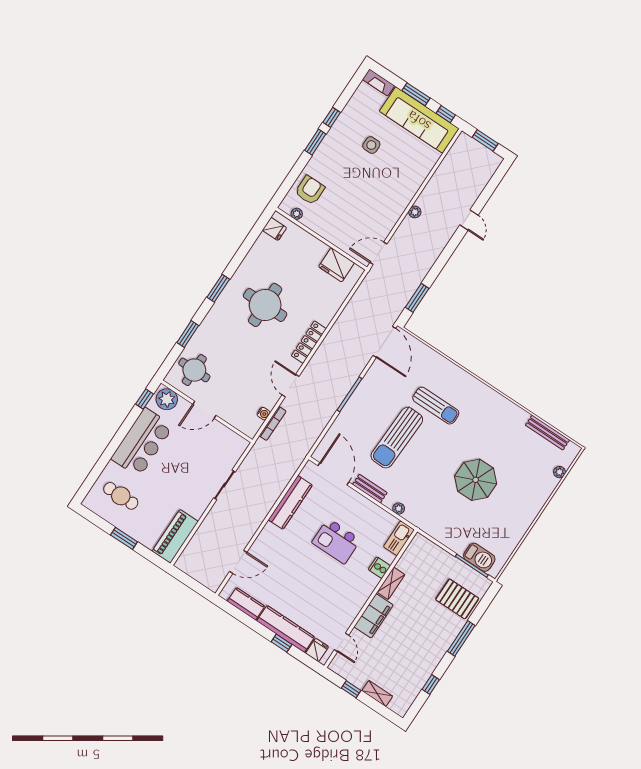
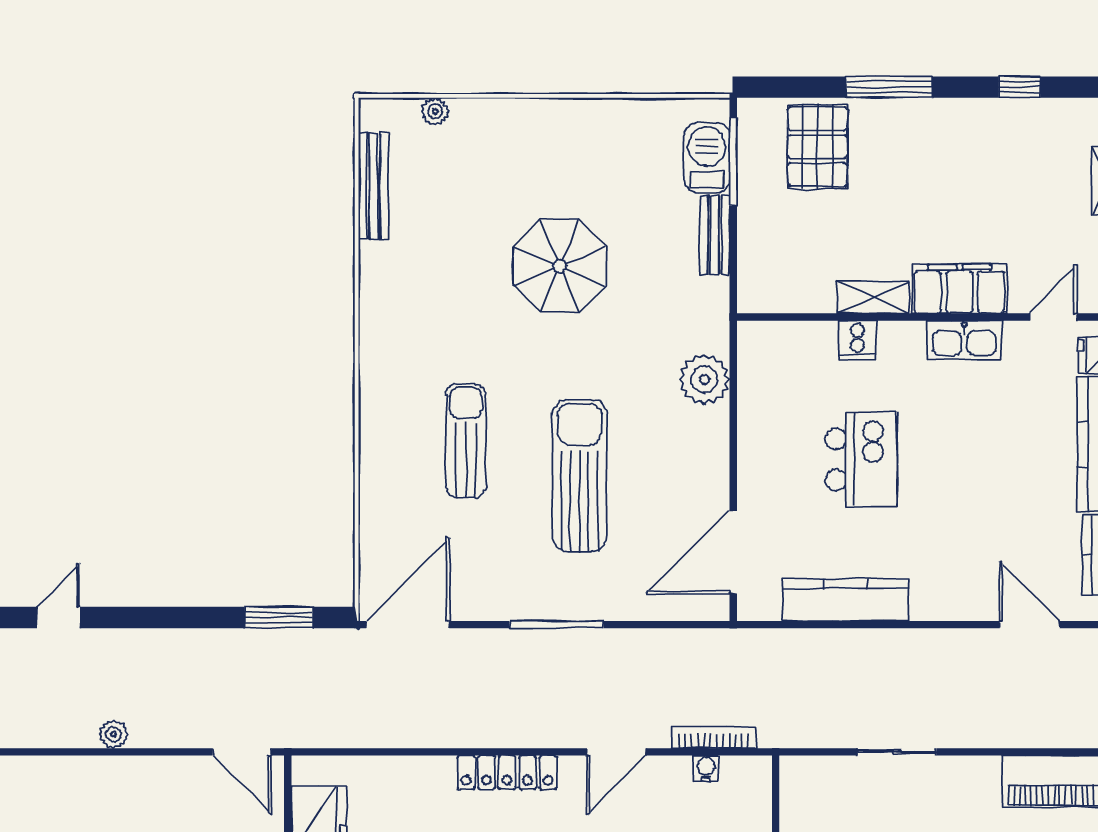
sun lounger: (397, 438) -> (580, 475), turned -92
bench: (370, 489) -> (715, 235), moved
plant: (399, 509) -> (704, 379), width x1.88, depth x1.88
kitchen sink: (399, 538) -> (964, 340), moved

